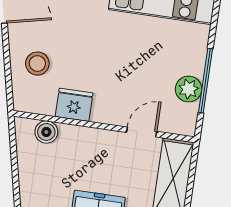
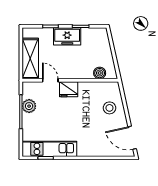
fridge: (74, 105) -> (69, 89), moved
door: (142, 132) -> (50, 80), swing flipped

